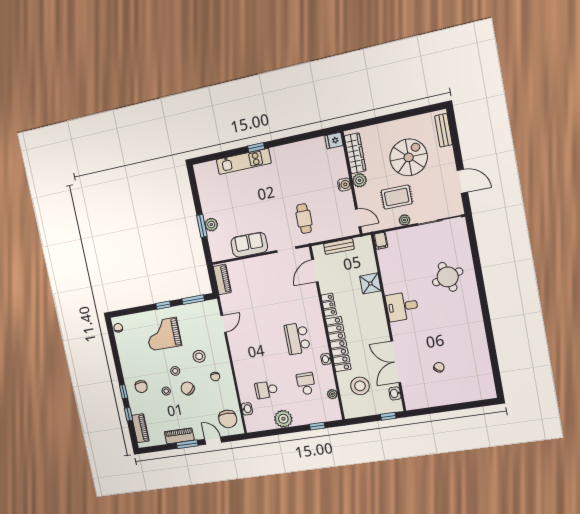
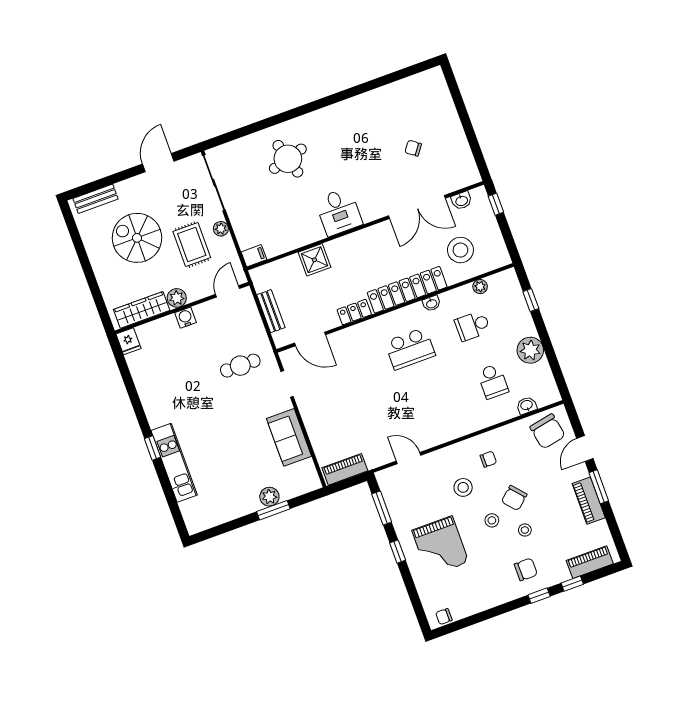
chair: (228, 419) -> (548, 431), turned 79

